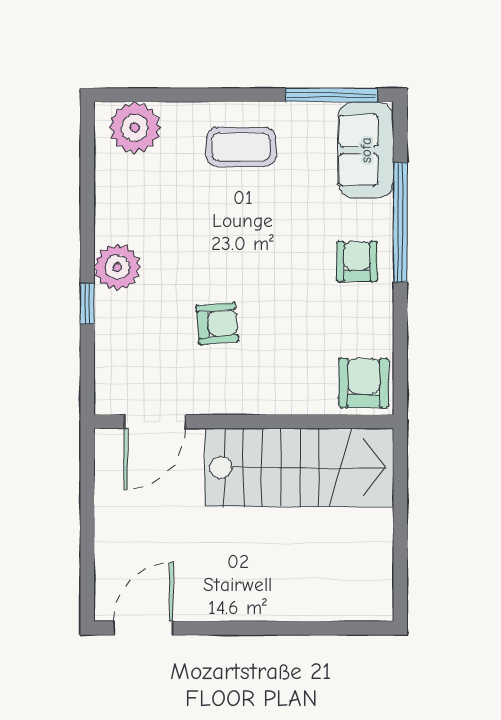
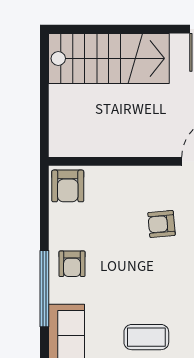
stairs: (300, 467) -> (109, 58), moved, turned 180

